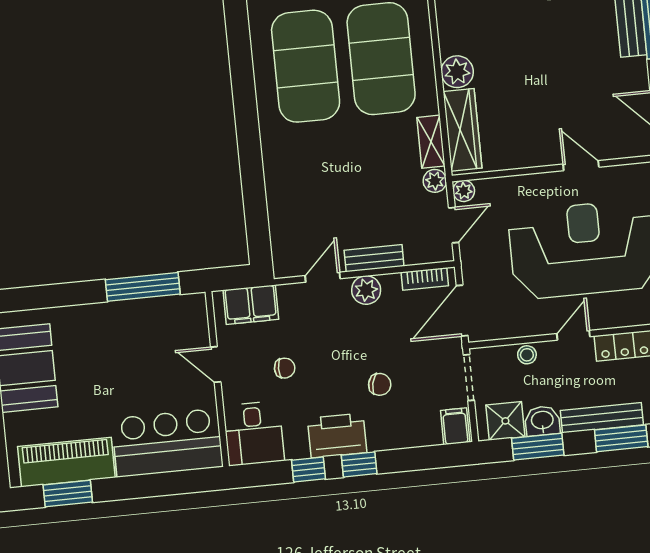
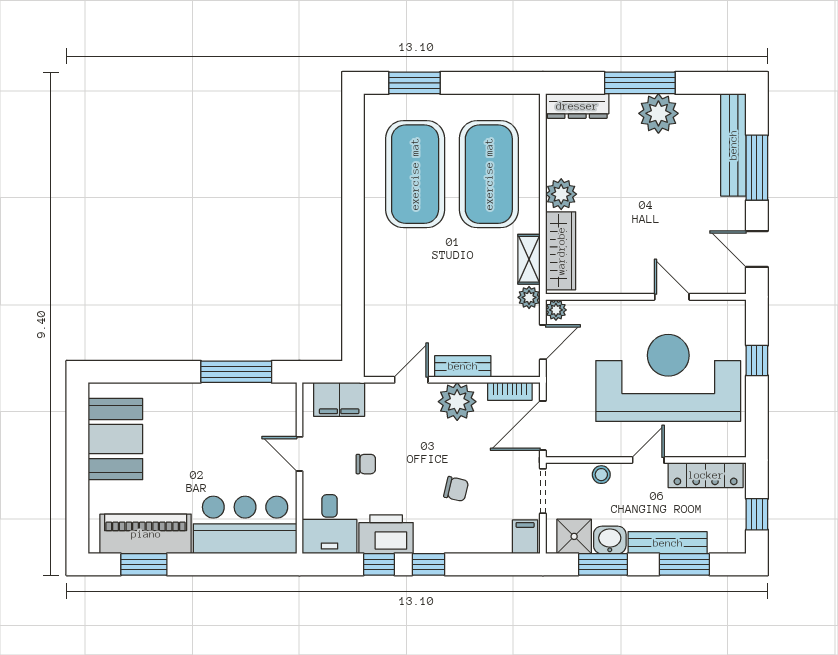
plant: (366, 290) -> (457, 402), width x1.36, depth x1.36
printer: (337, 435) -> (386, 534), moved

